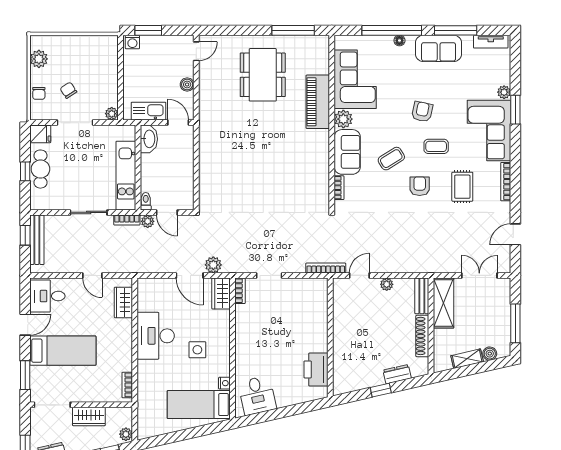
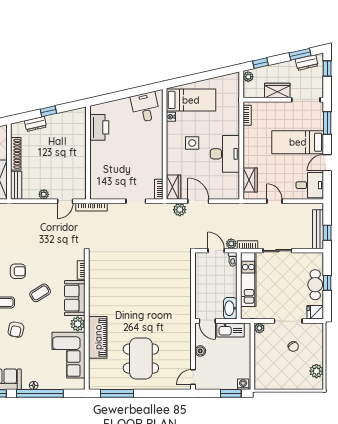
chair: (39, 93) -> (317, 344), removed
armchair: (420, 186) -> (18, 271), turned -90

